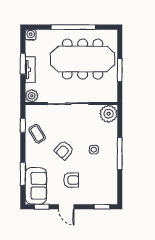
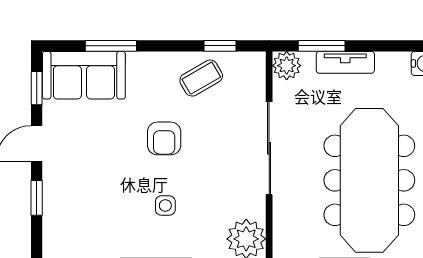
window: (23, 64) -> (322, 46), moved
armchair: (64, 150) -> (164, 138), turned -133
armchair: (71, 180) -> (97, 155), removed
window: (102, 207) -> (37, 198), moved

